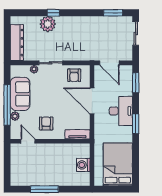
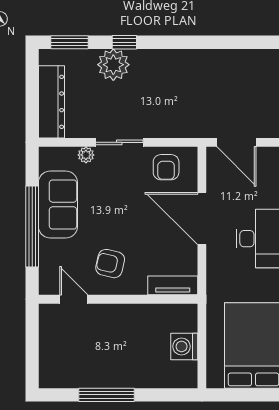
window: (113, 13) -> (70, 42), moved
plant: (15, 116) -> (48, 249), removed
armchair: (46, 123) -> (110, 264), turned -77

